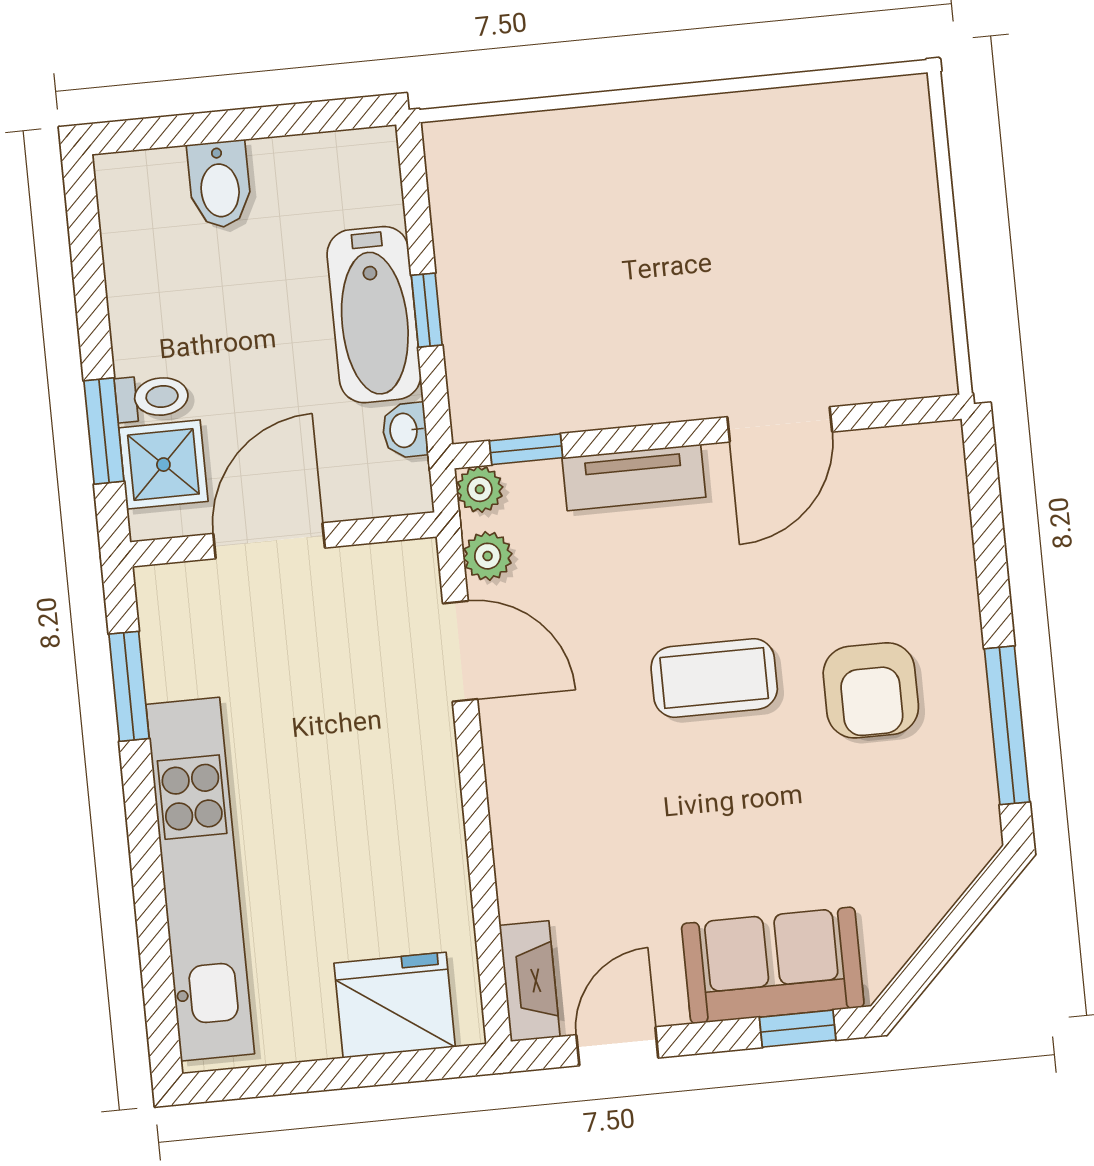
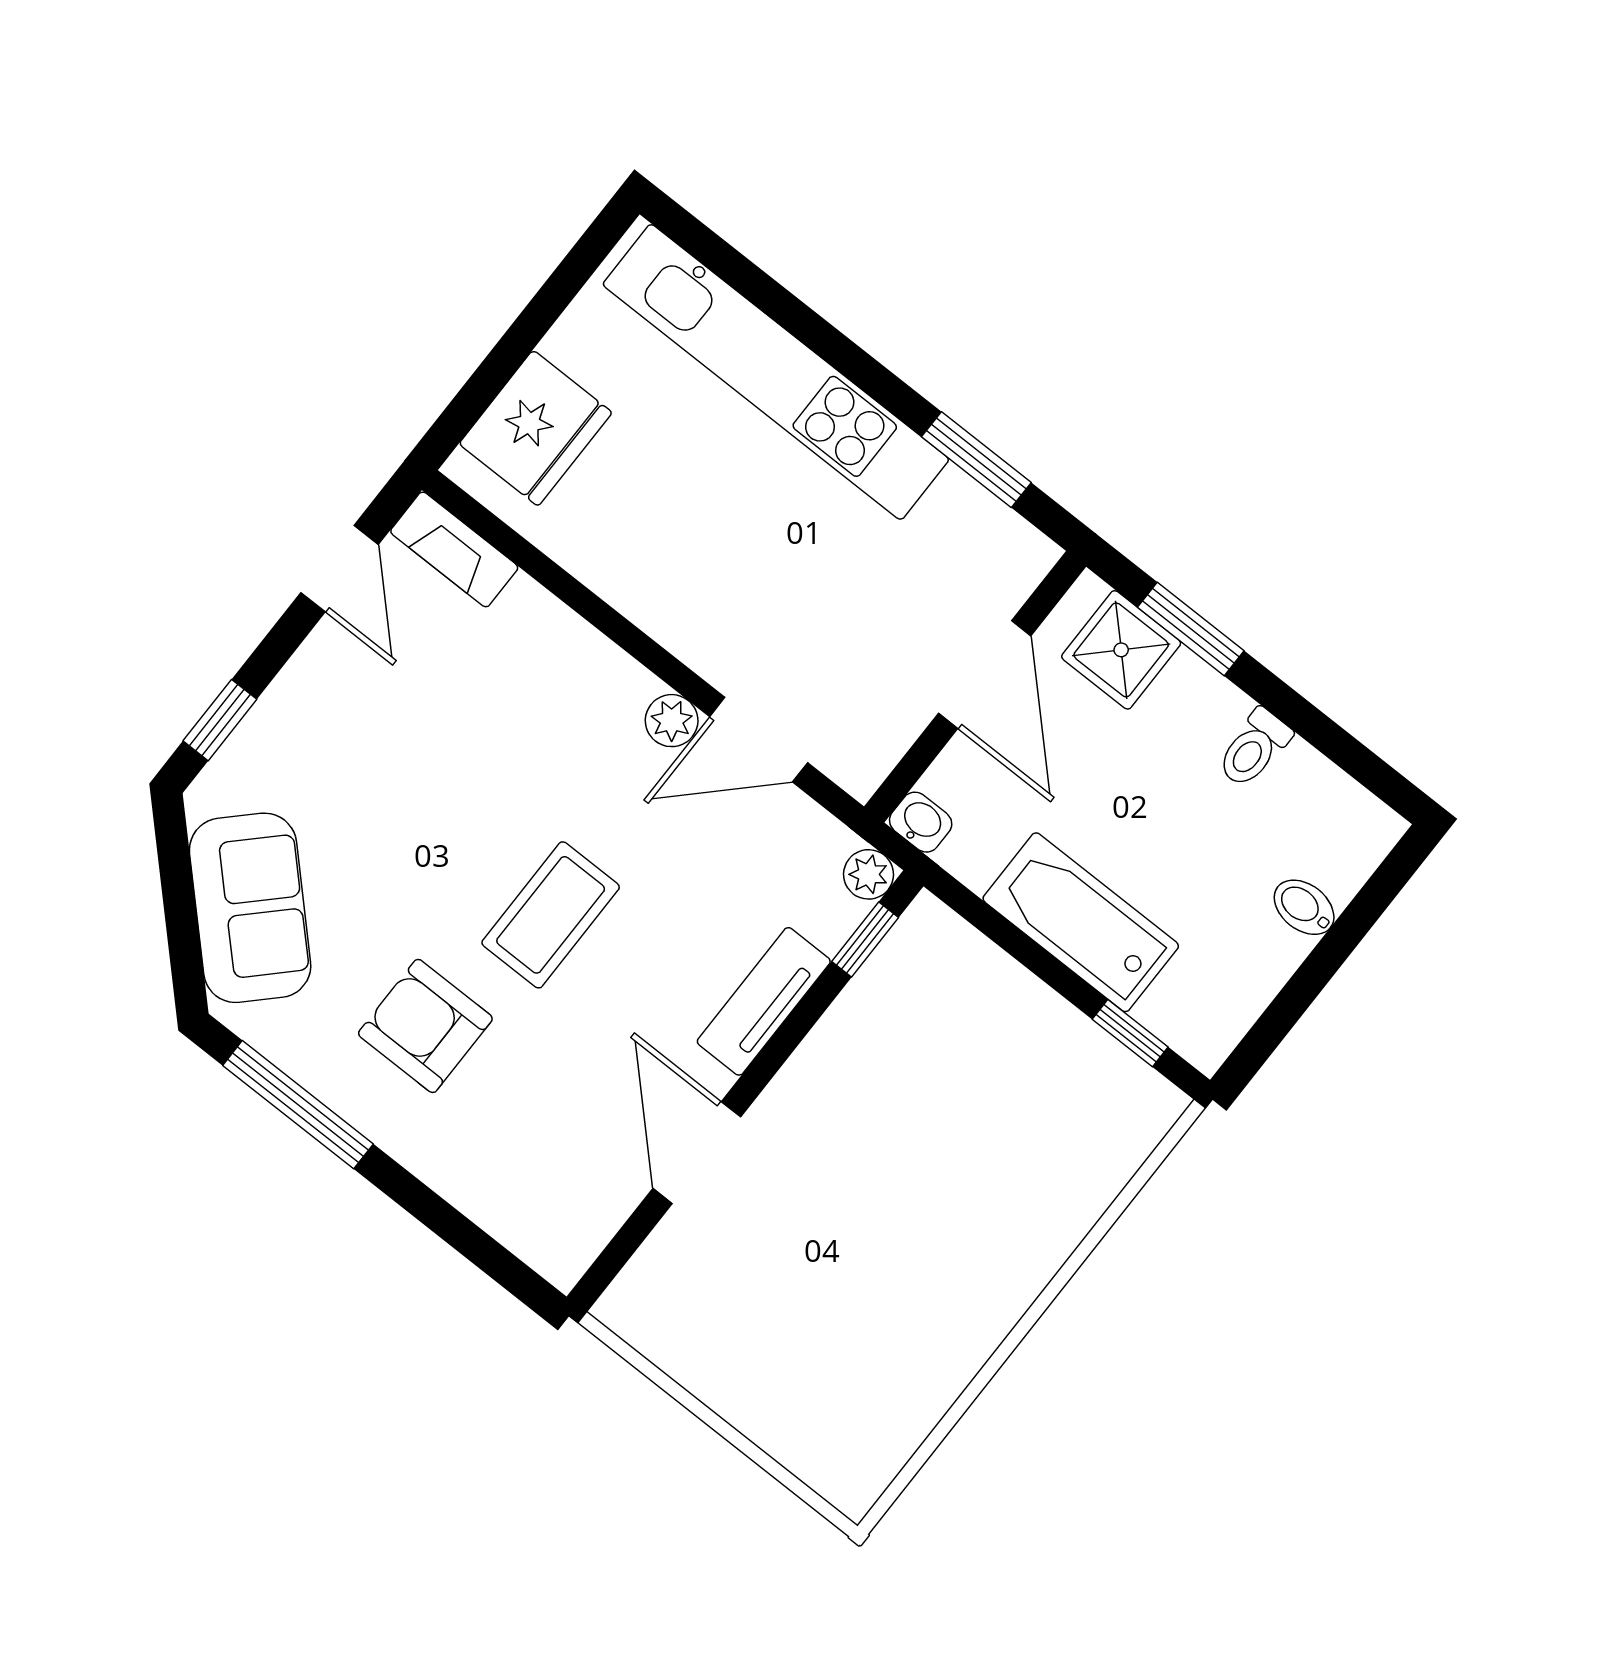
bidet: (220, 184) -> (1304, 907), width x0.72, depth x0.74
window: (427, 310) -> (1130, 1033), moved
toilet: (152, 397) -> (1254, 748), moved
washbasin: (405, 430) -> (921, 822), moved
plant: (488, 556) -> (672, 721), moved
sofa: (773, 965) -> (250, 908), moved, turned -45

